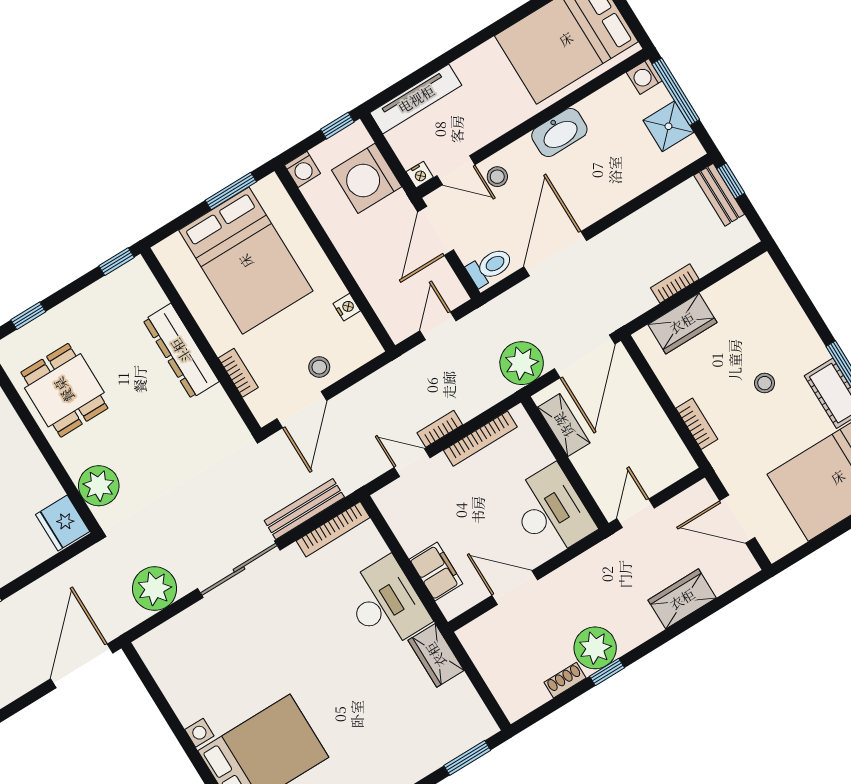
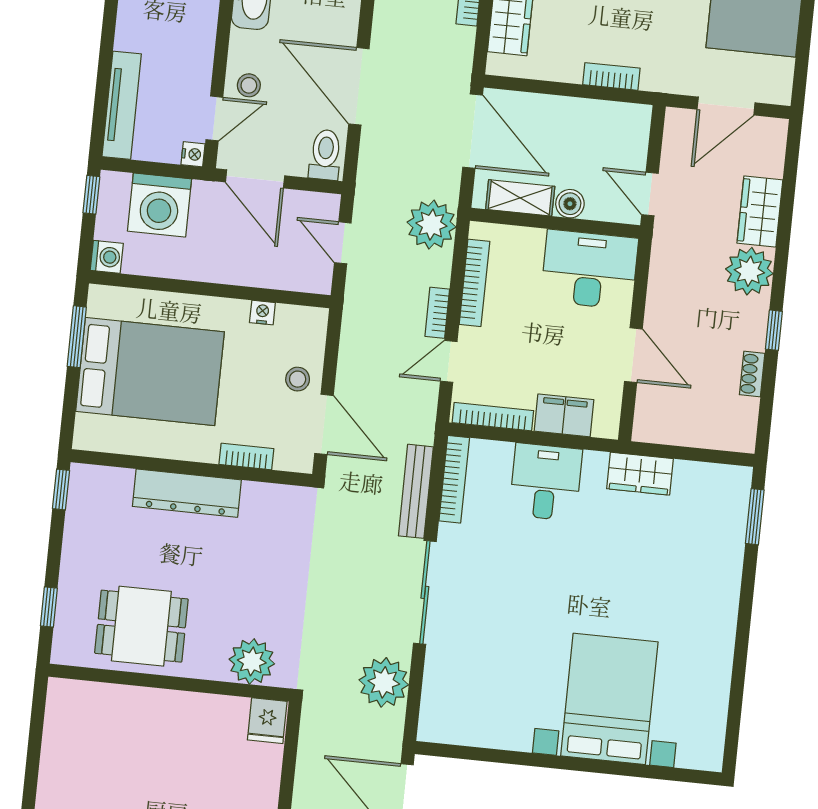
plant: (522, 363) -> (431, 225), moved
boiler: (586, 463) -> (570, 204), added
fridge: (63, 523) -> (267, 721), width x0.72
bookcase: (397, 523) -> (493, 417), added
door: (515, 588) -> (633, 355), swing flipped
desk: (386, 604) -> (546, 482), width x0.73
plant: (595, 648) -> (749, 271), moved

